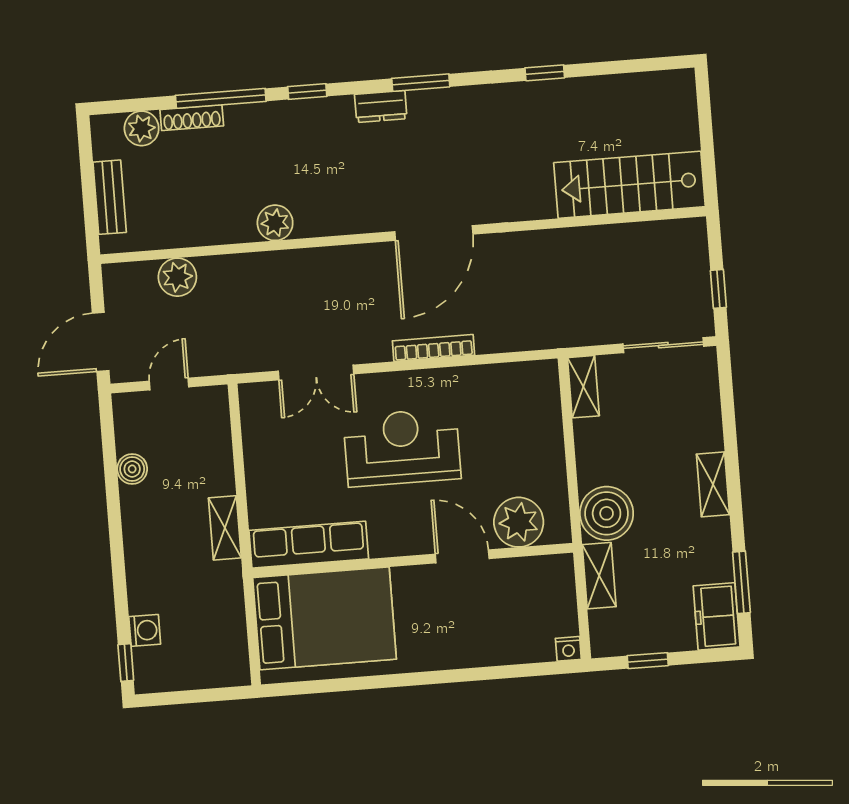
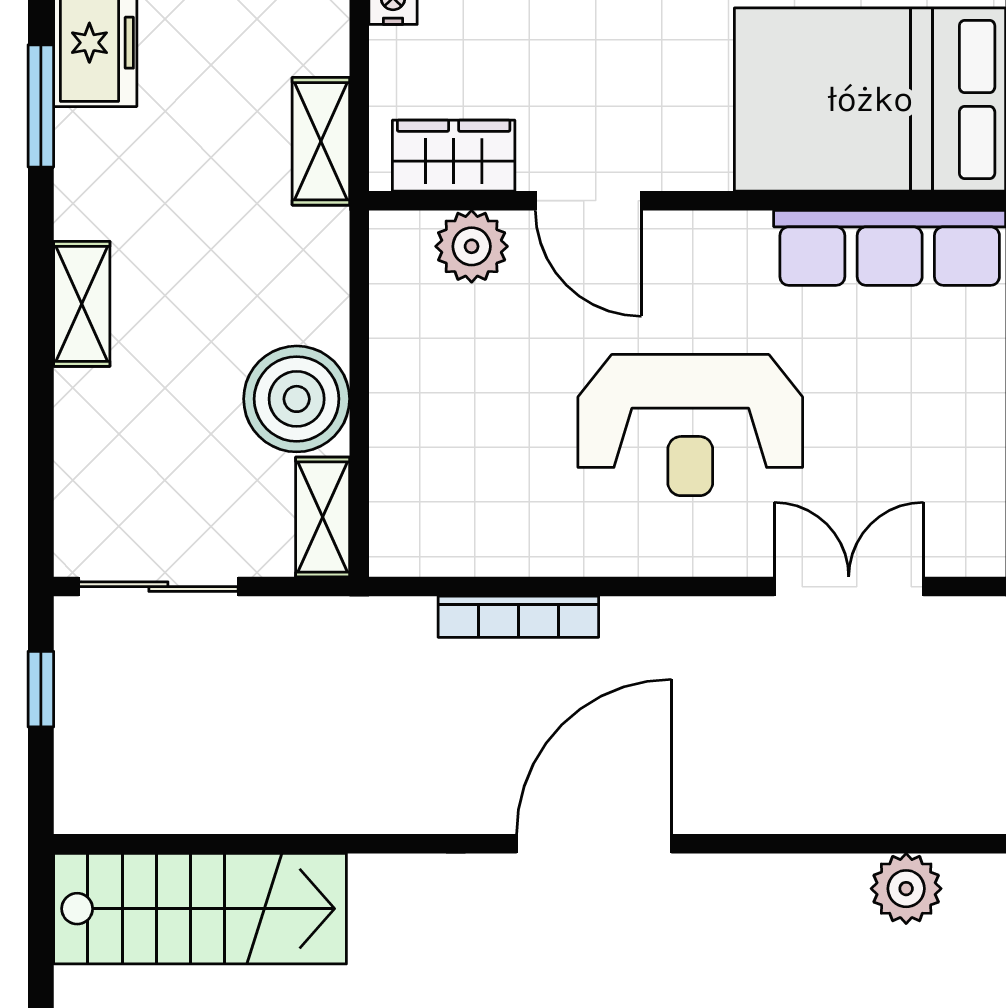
bookcase: (433, 348) -> (518, 617), moved
boiler: (607, 513) -> (297, 399), moved
plant: (519, 522) -> (472, 246), width x0.73, depth x0.73
wardrobe: (532, 574) -> (454, 156), added

